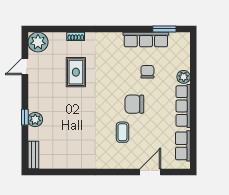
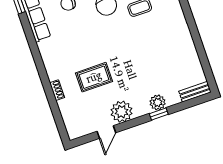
plant: (38, 42) -> (122, 112), moved
door: (25, 66) -> (106, 132), hinge flipped

